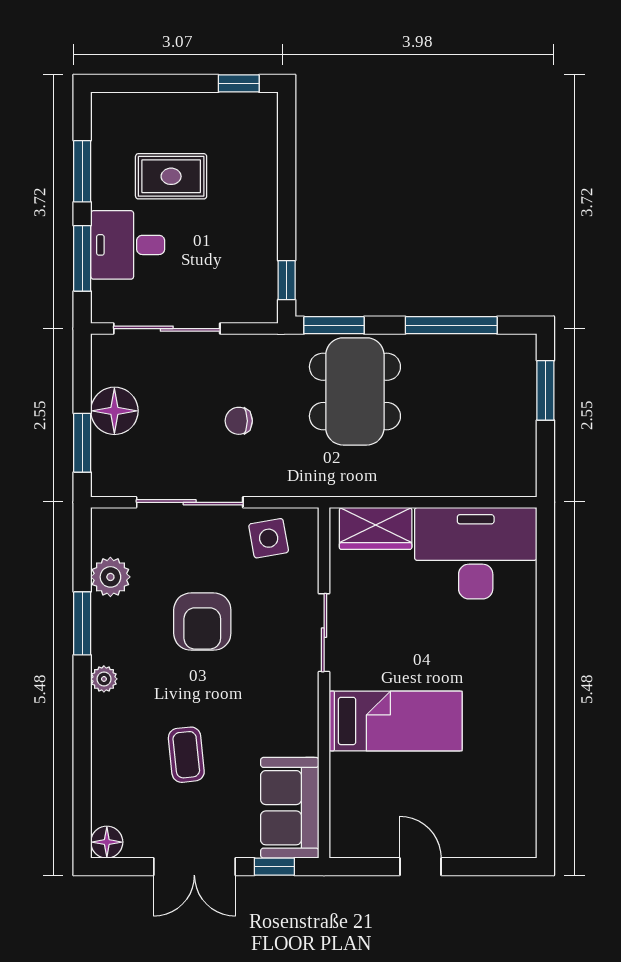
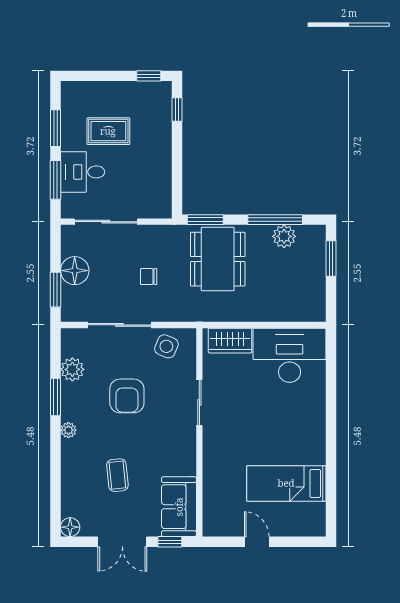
window: (287, 280) -> (177, 109), moved
plant: (466, 353) -> (284, 236), added
side table: (269, 538) -> (166, 346), turned 33
bed: (396, 721) -> (286, 483), moved, turned 180

